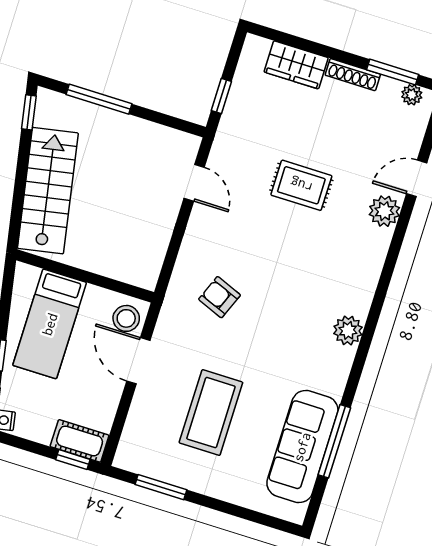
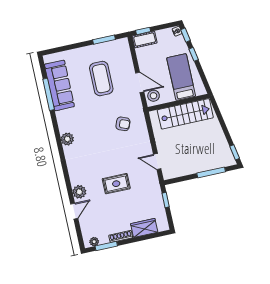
stairs: (48, 191) -> (185, 114), moved, turned -80

